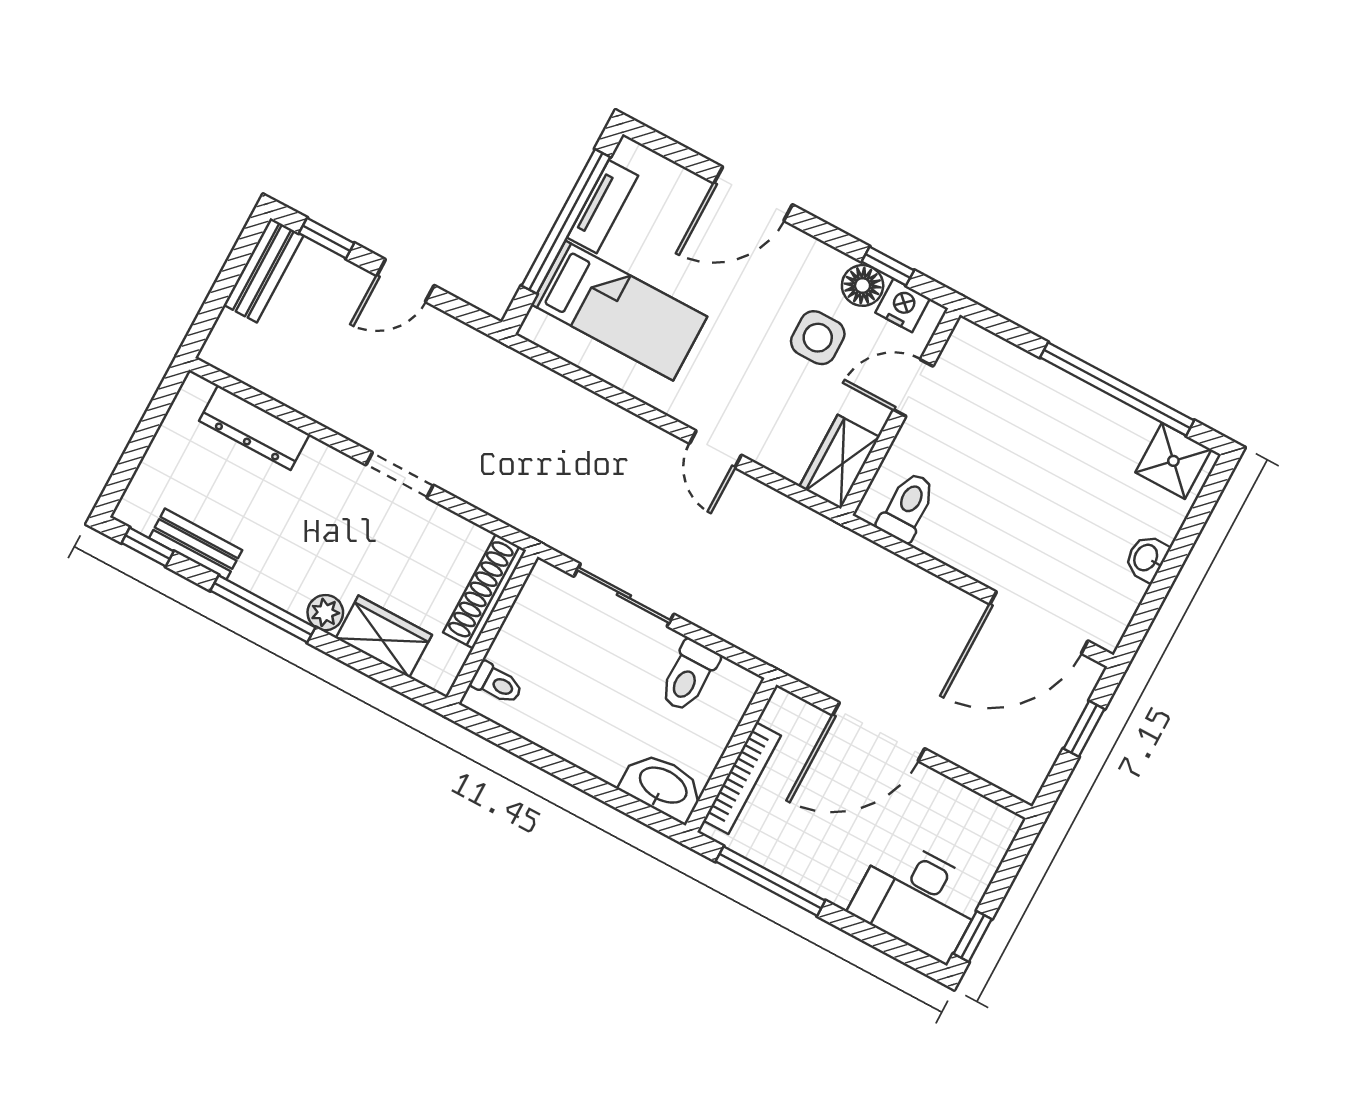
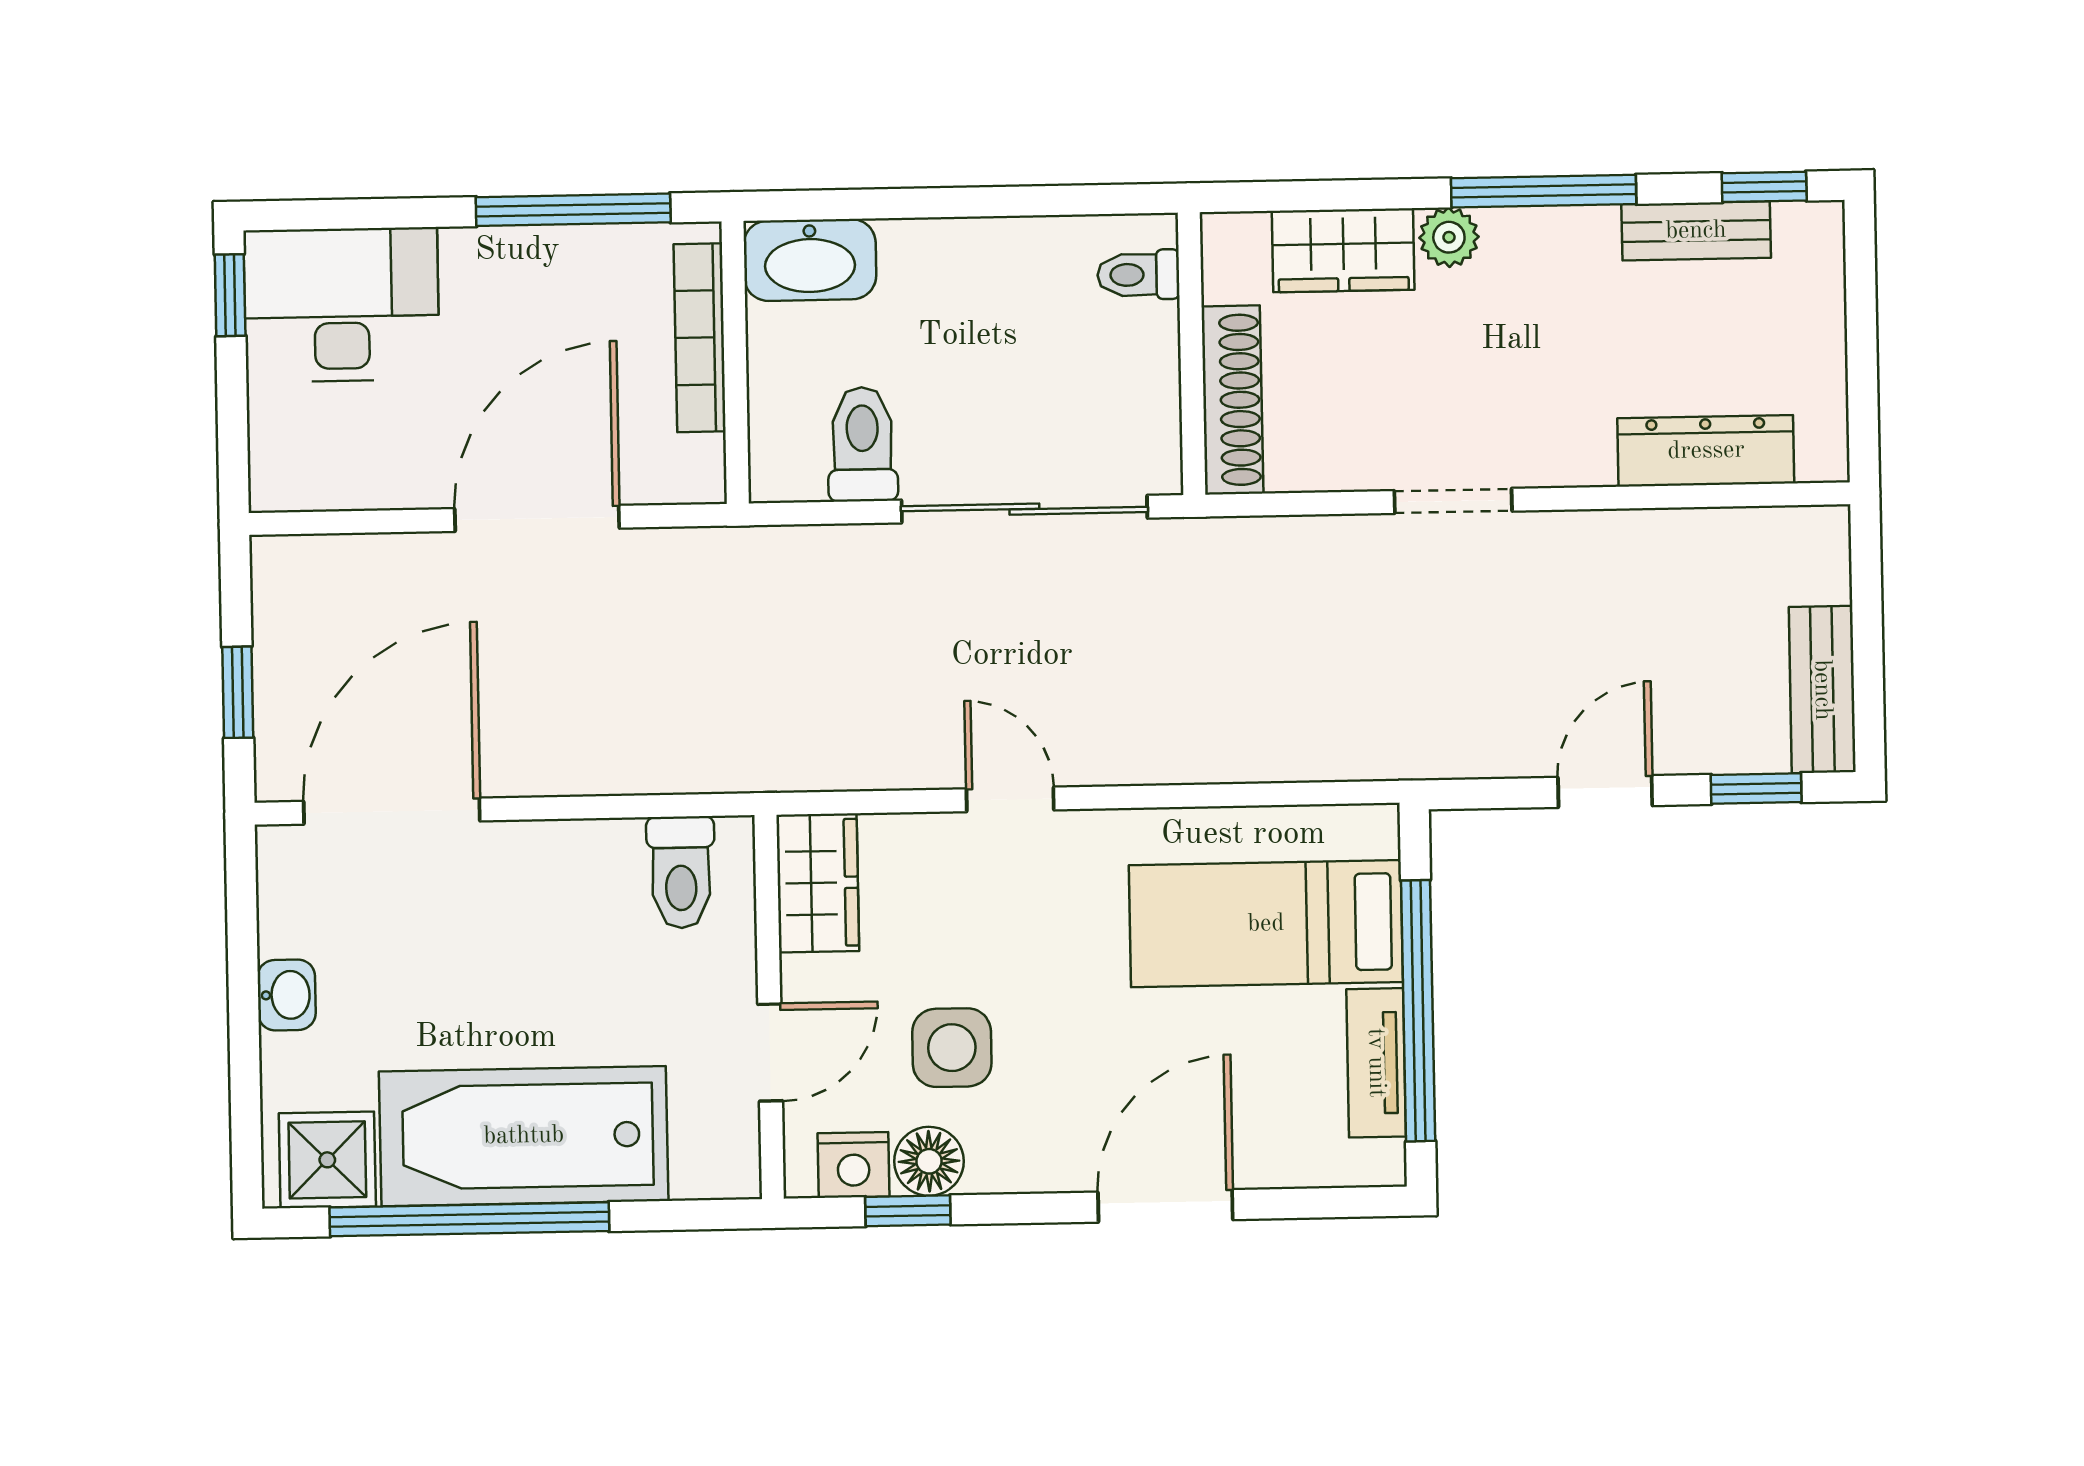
bathtub: (1065, 416) -> (524, 1136), added
sliding door: (624, 595) -> (1024, 509), width x1.37

